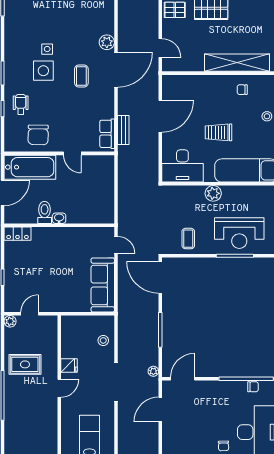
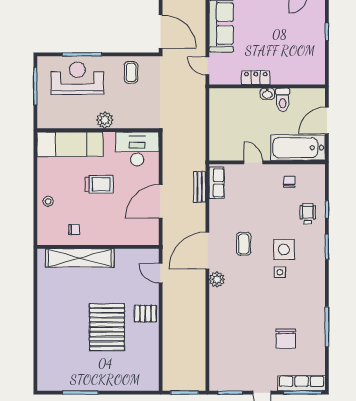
wheelchair: (21, 104) -> (308, 214), turned 180
chair: (38, 135) -> (289, 182), width x0.54, depth x0.54
locker: (18, 234) -> (256, 78), moved

